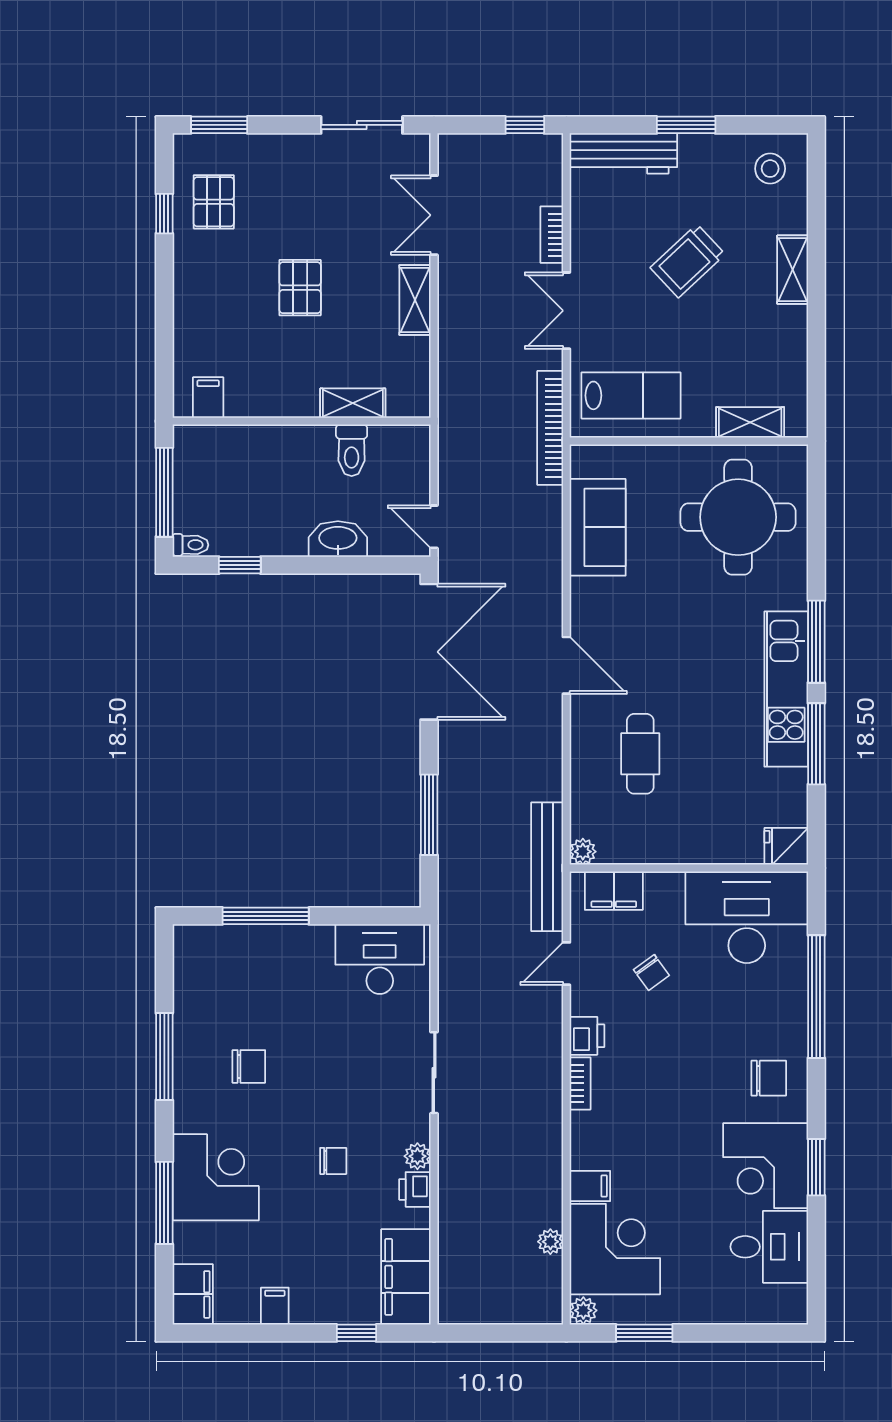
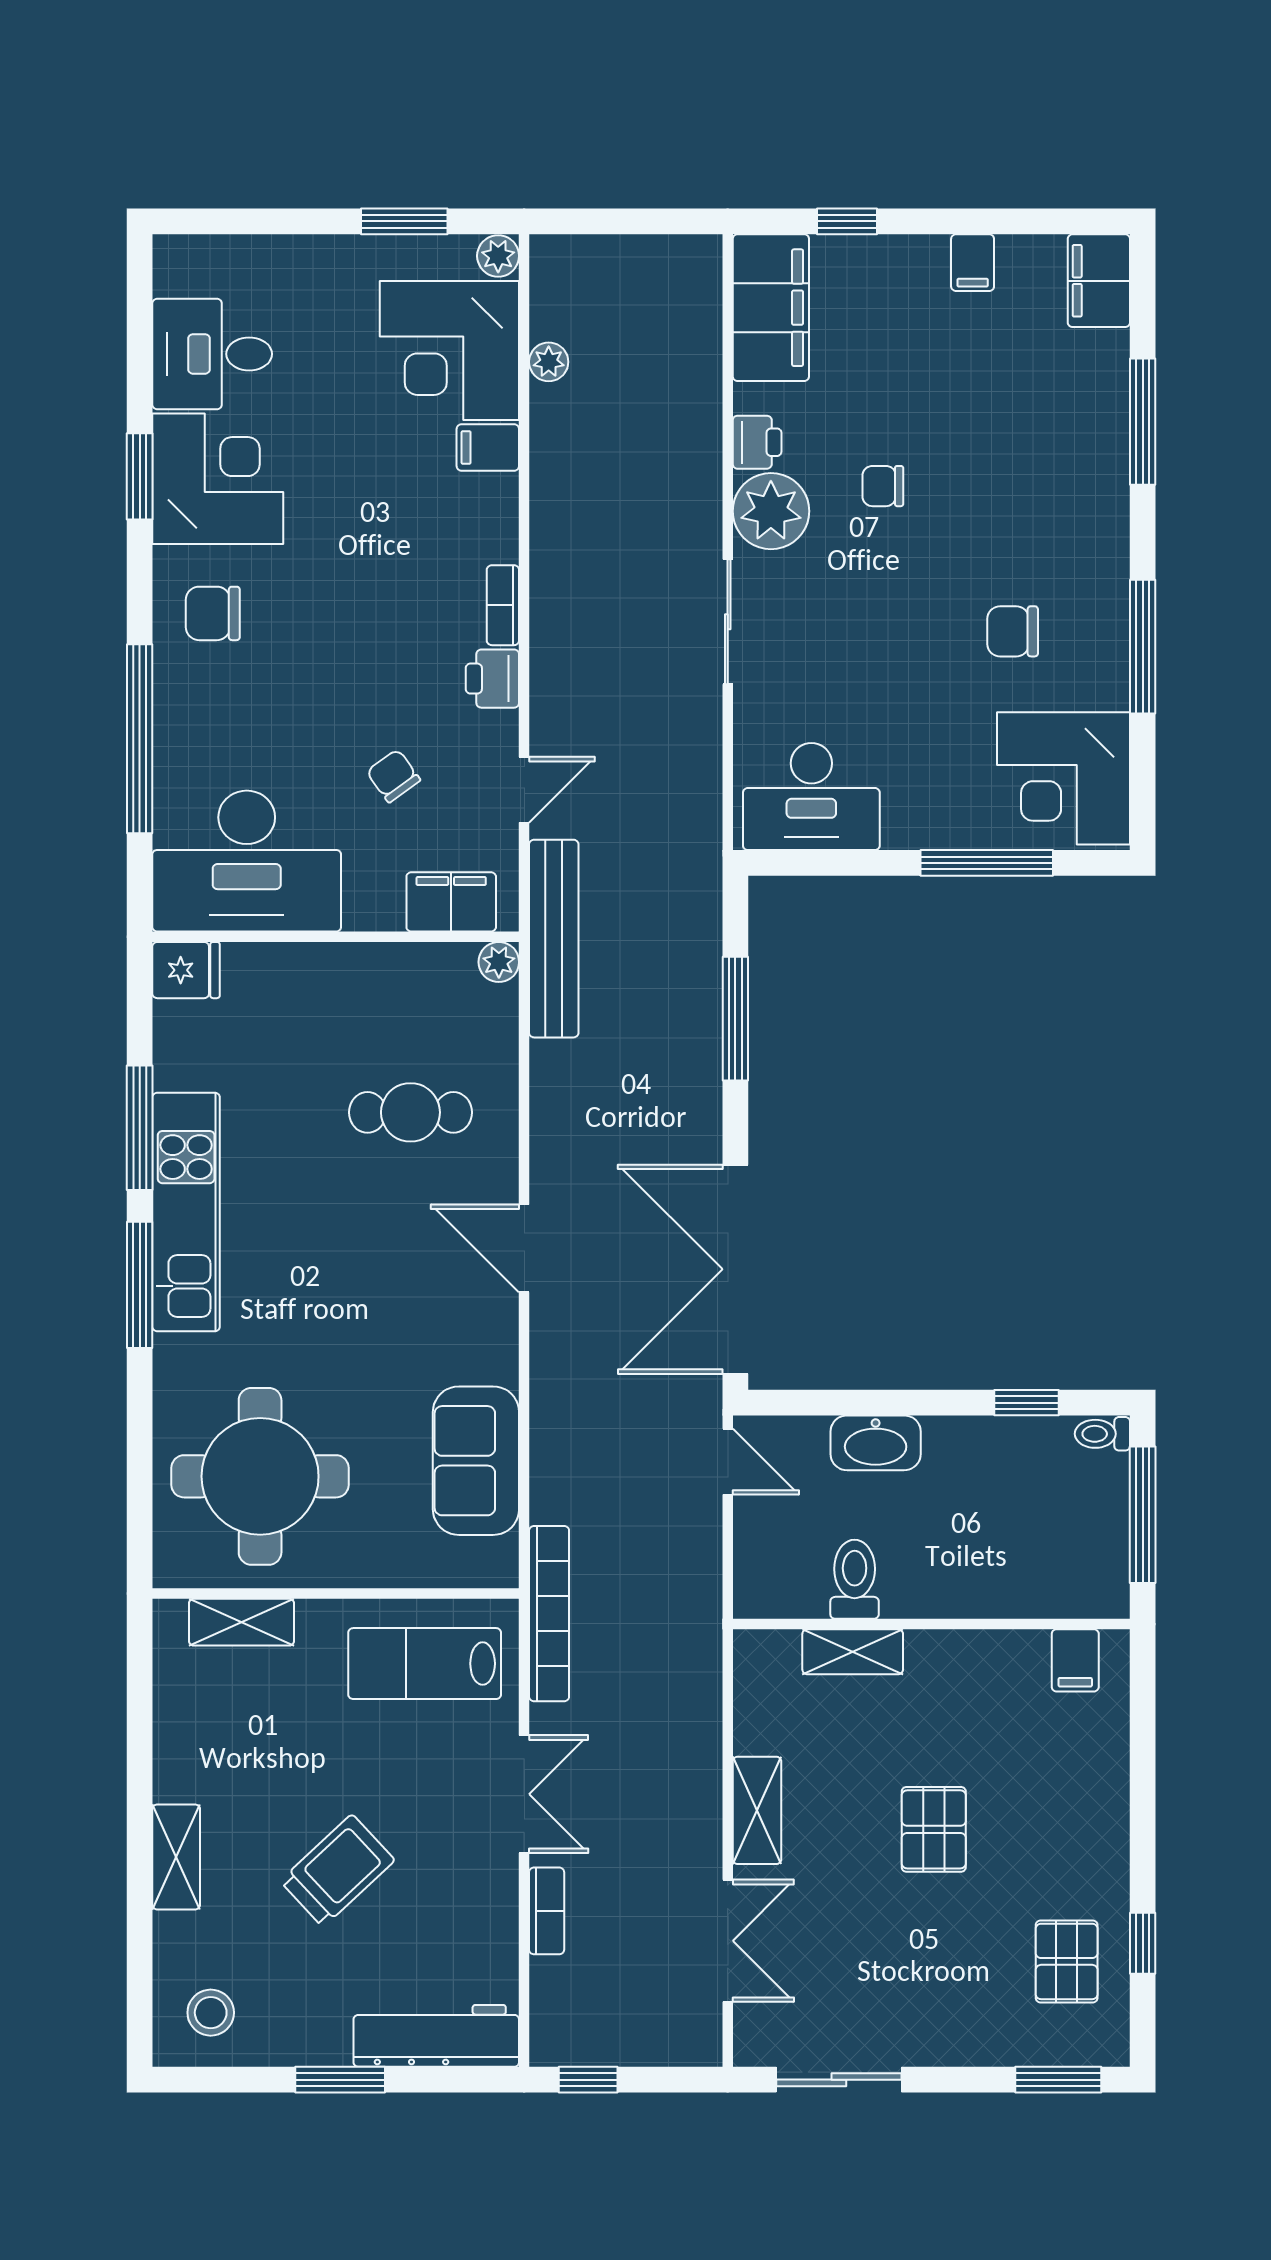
cafe table: (640, 754) -> (410, 1112), turned 90
plant: (417, 1156) -> (771, 511), width x1.88, depth x1.88
corner desk: (216, 1177) -> (1064, 778), moved

